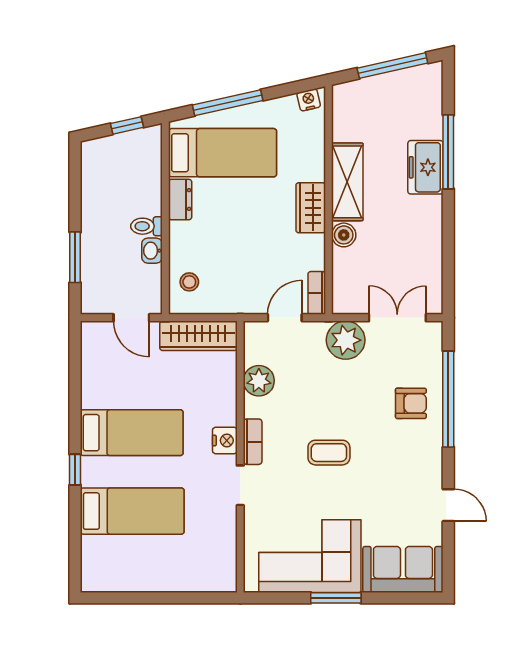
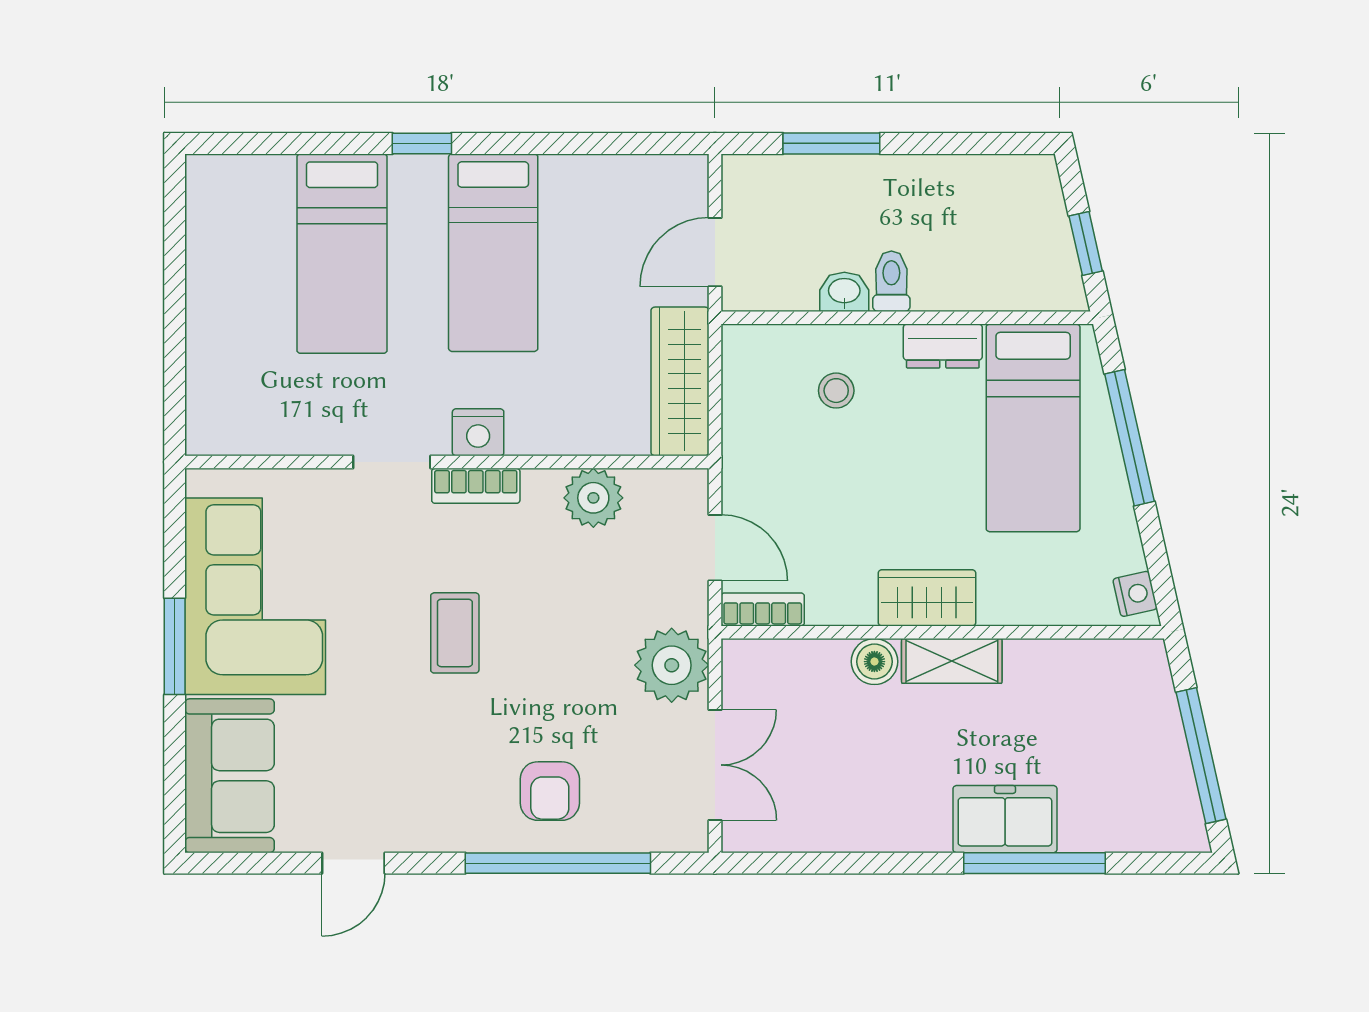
shelving: (347, 182) -> (952, 661), width x0.67, depth x0.75
stool: (189, 282) -> (836, 391), moved

